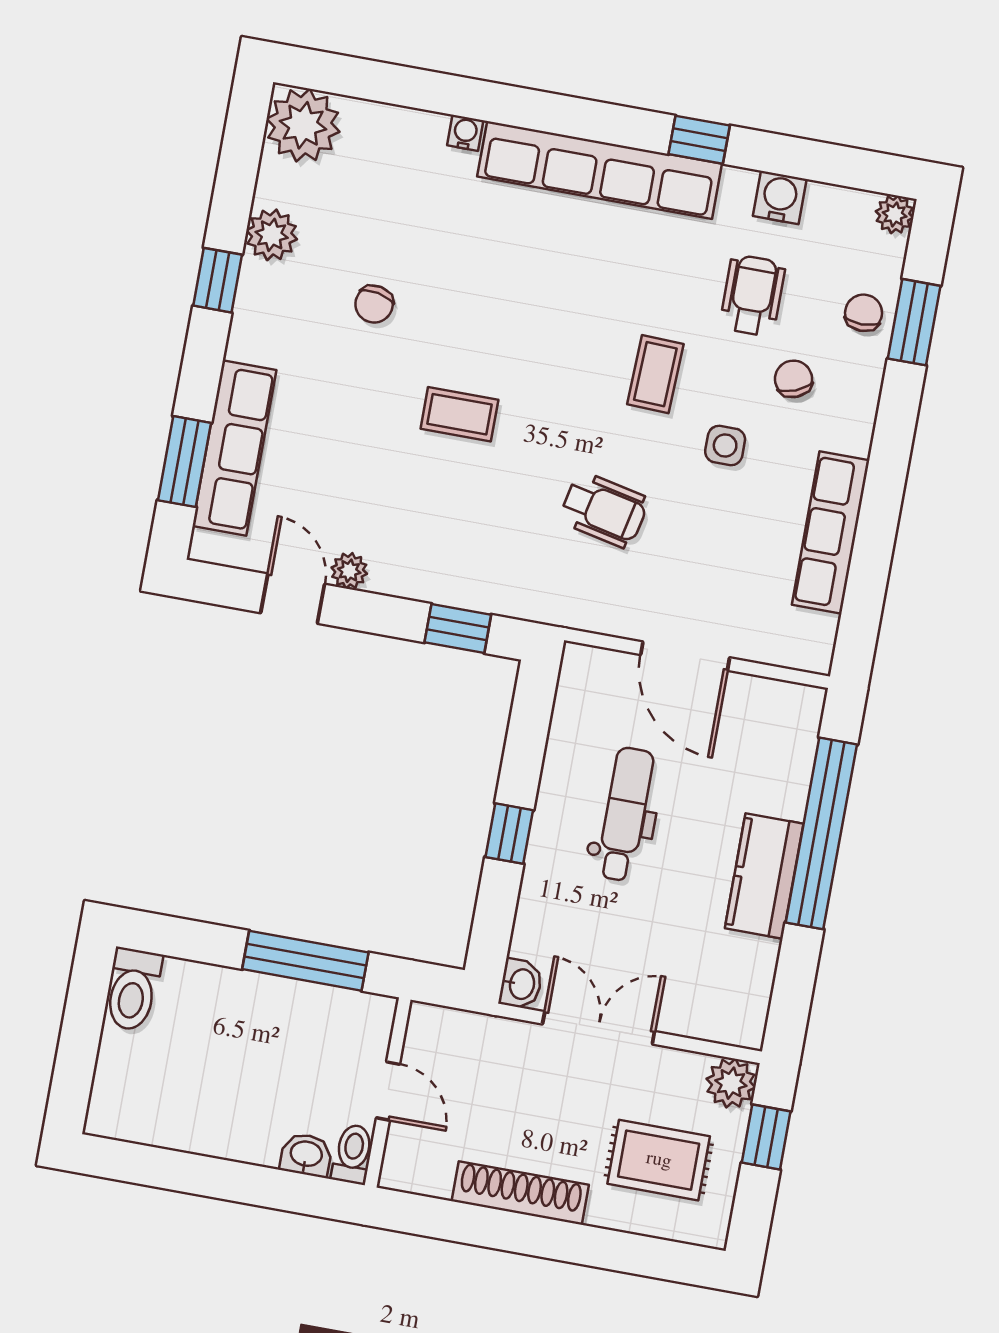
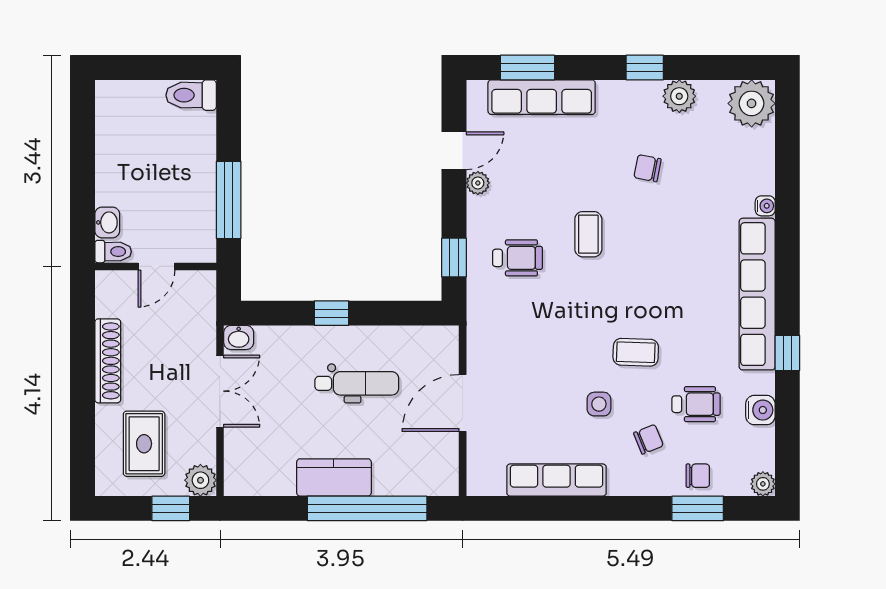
wheelchair: (604, 510) -> (517, 258), moved, turned -102

